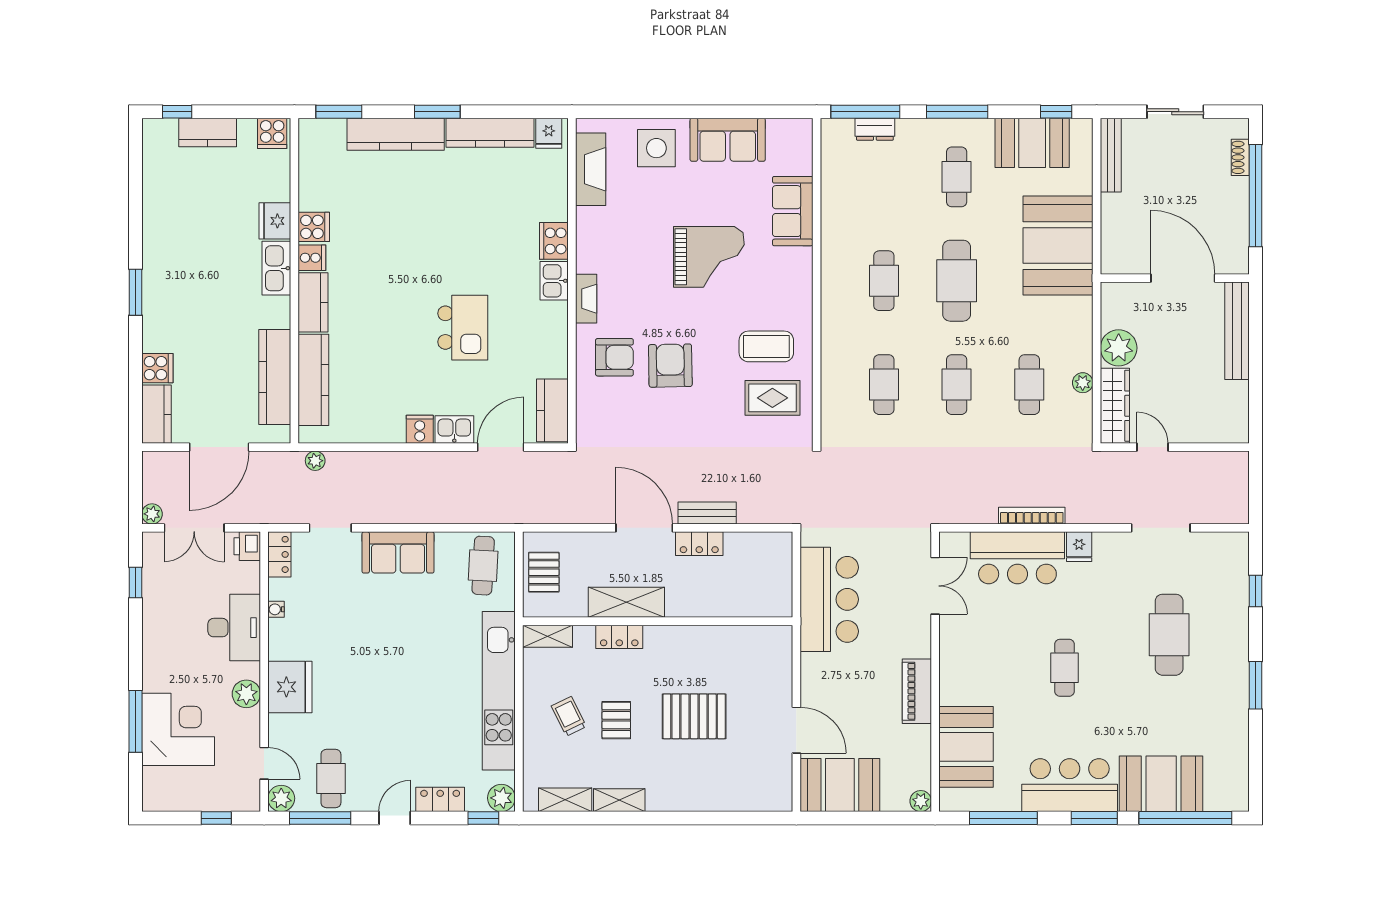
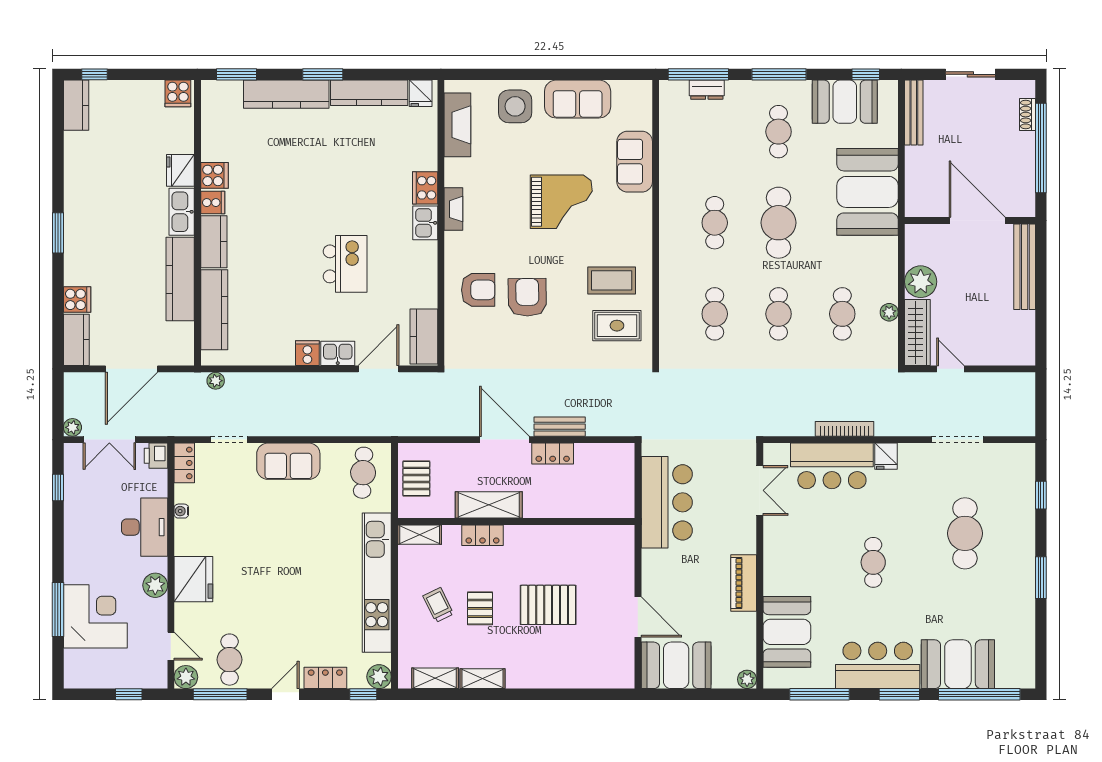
kitchen counter: (208, 132) -> (76, 105), moved, turned -90
fireplace: (586, 299) -> (453, 209), moved
kitchen counter: (275, 377) -> (180, 279), moved

